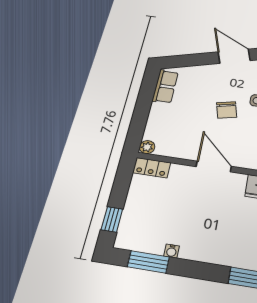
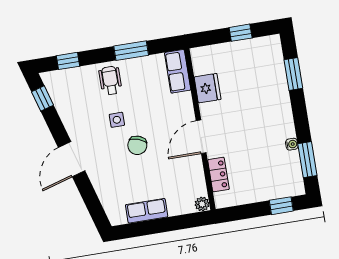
row of seats: (165, 86) -> (147, 211), moved
chair: (227, 110) -> (137, 145), turned 122
locker: (152, 168) -> (218, 175), moved

